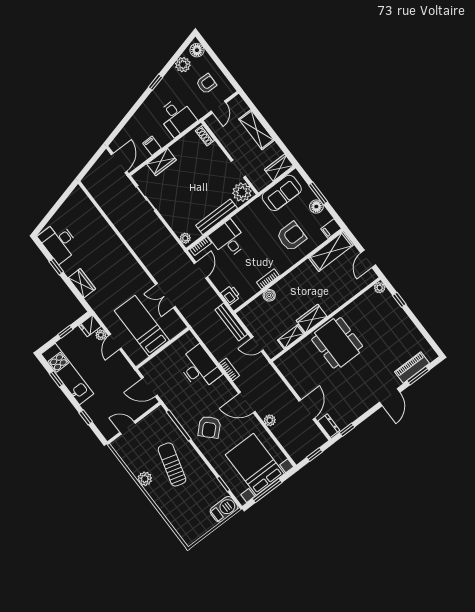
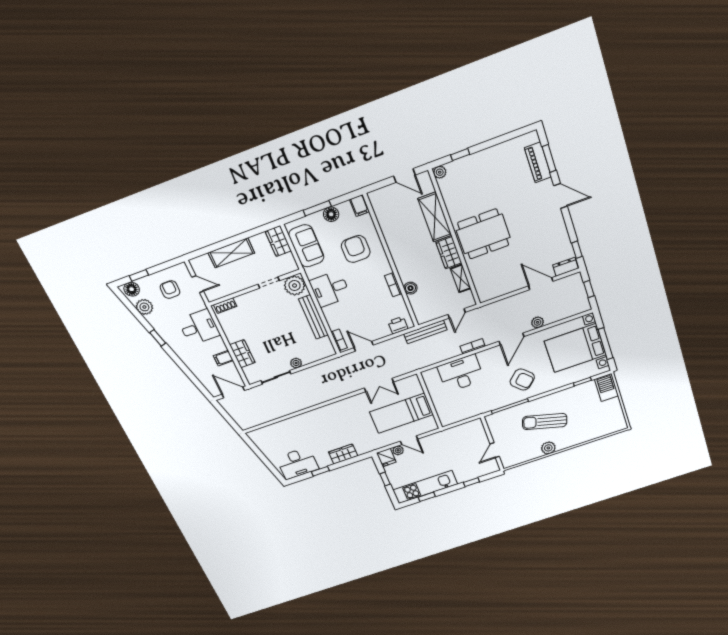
window: (212, 54) -> (139, 275), added
plant: (185, 238) -> (296, 363), moved
desk: (228, 239) -> (330, 289), moved
shelving: (331, 252) -> (435, 217), moved
door: (149, 387) -> (463, 422), removed

